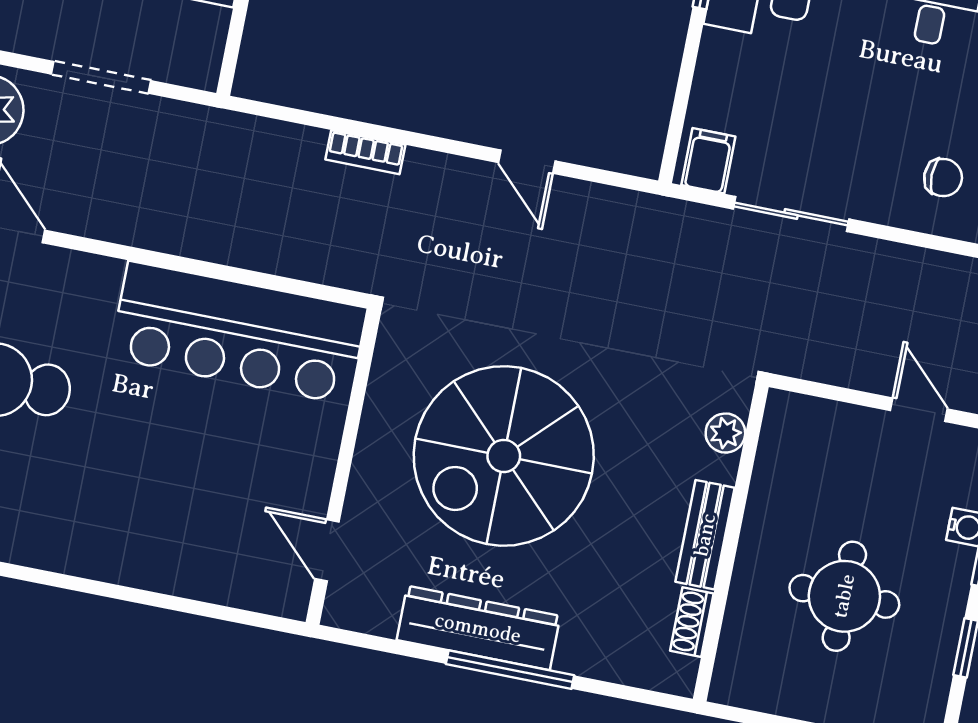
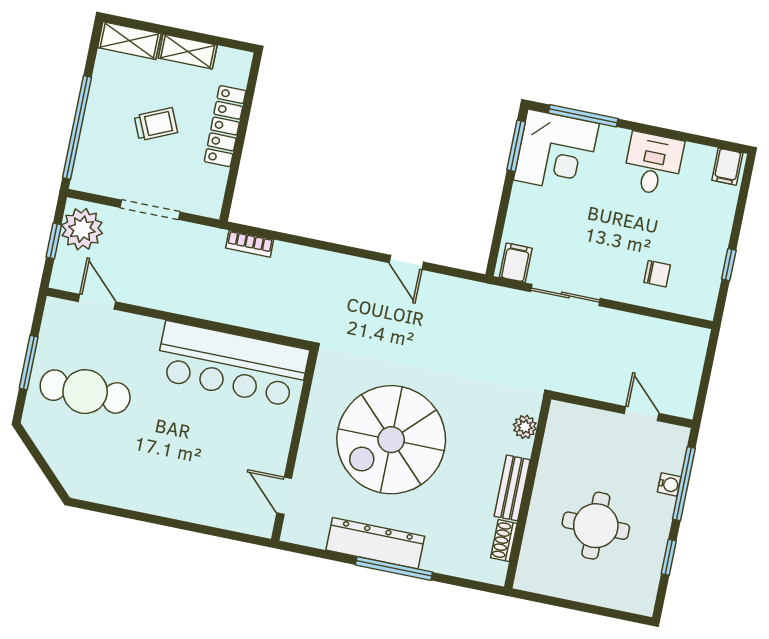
bookcase: (365, 152) -> (250, 244), moved

